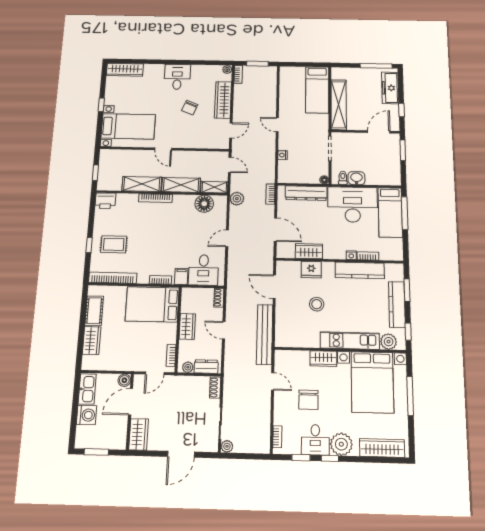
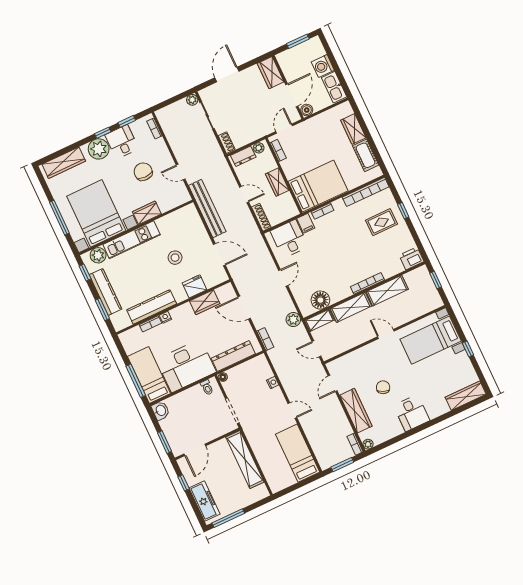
bed: (317, 90) -> (298, 453), moved
washbasin: (356, 178) -> (160, 411), moved, turned -90
shoe rack: (219, 298) -> (261, 217), width x1.43

